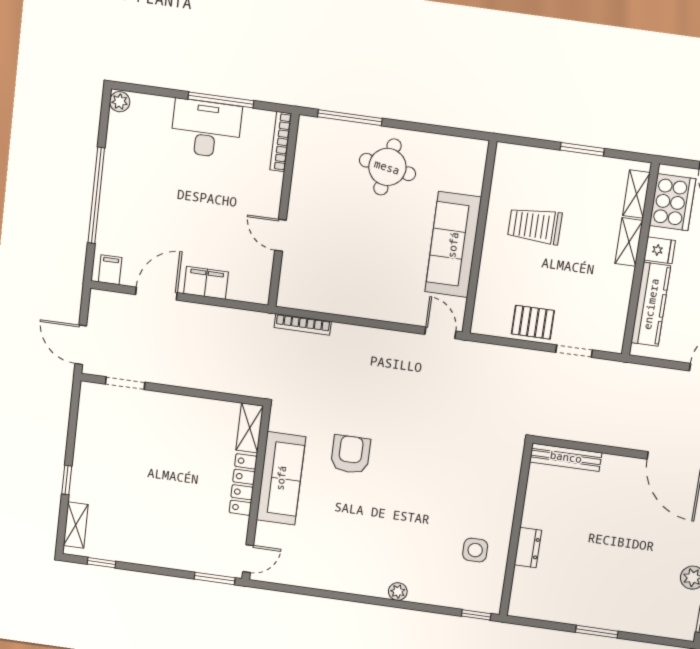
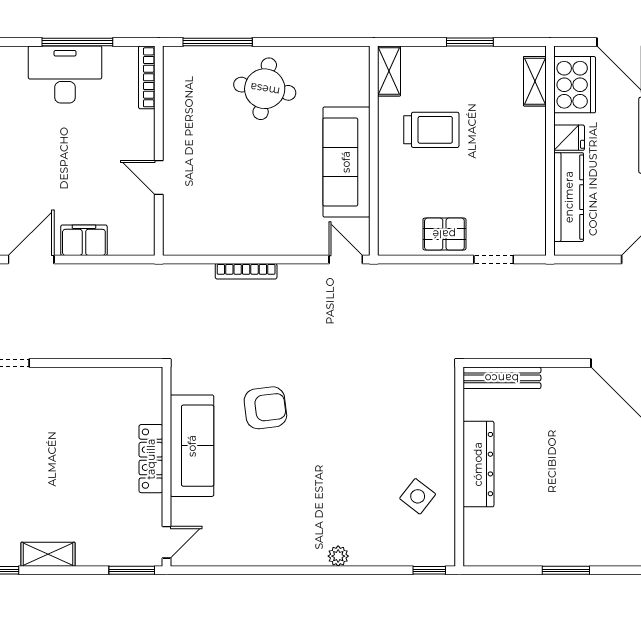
trolley: (535, 226) -> (431, 130), turned 180
shelving: (629, 242) -> (389, 71), moved
bookcase: (303, 325) -> (246, 271), moved
shelving: (250, 428) -> (48, 554), moved, turned 90
armchair: (350, 454) -> (265, 408), turned 83
dresser: (528, 547) -> (478, 464), width x1.96, depth x1.24
side table: (475, 550) -> (418, 496), turned 38

